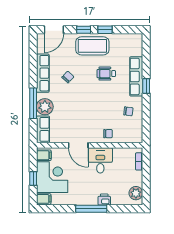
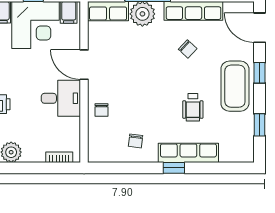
window: (105, 30) -> (260, 125), moved
wheelchair: (106, 74) -> (193, 107), turned 180
door: (78, 145) -> (84, 65), hinge flipped

